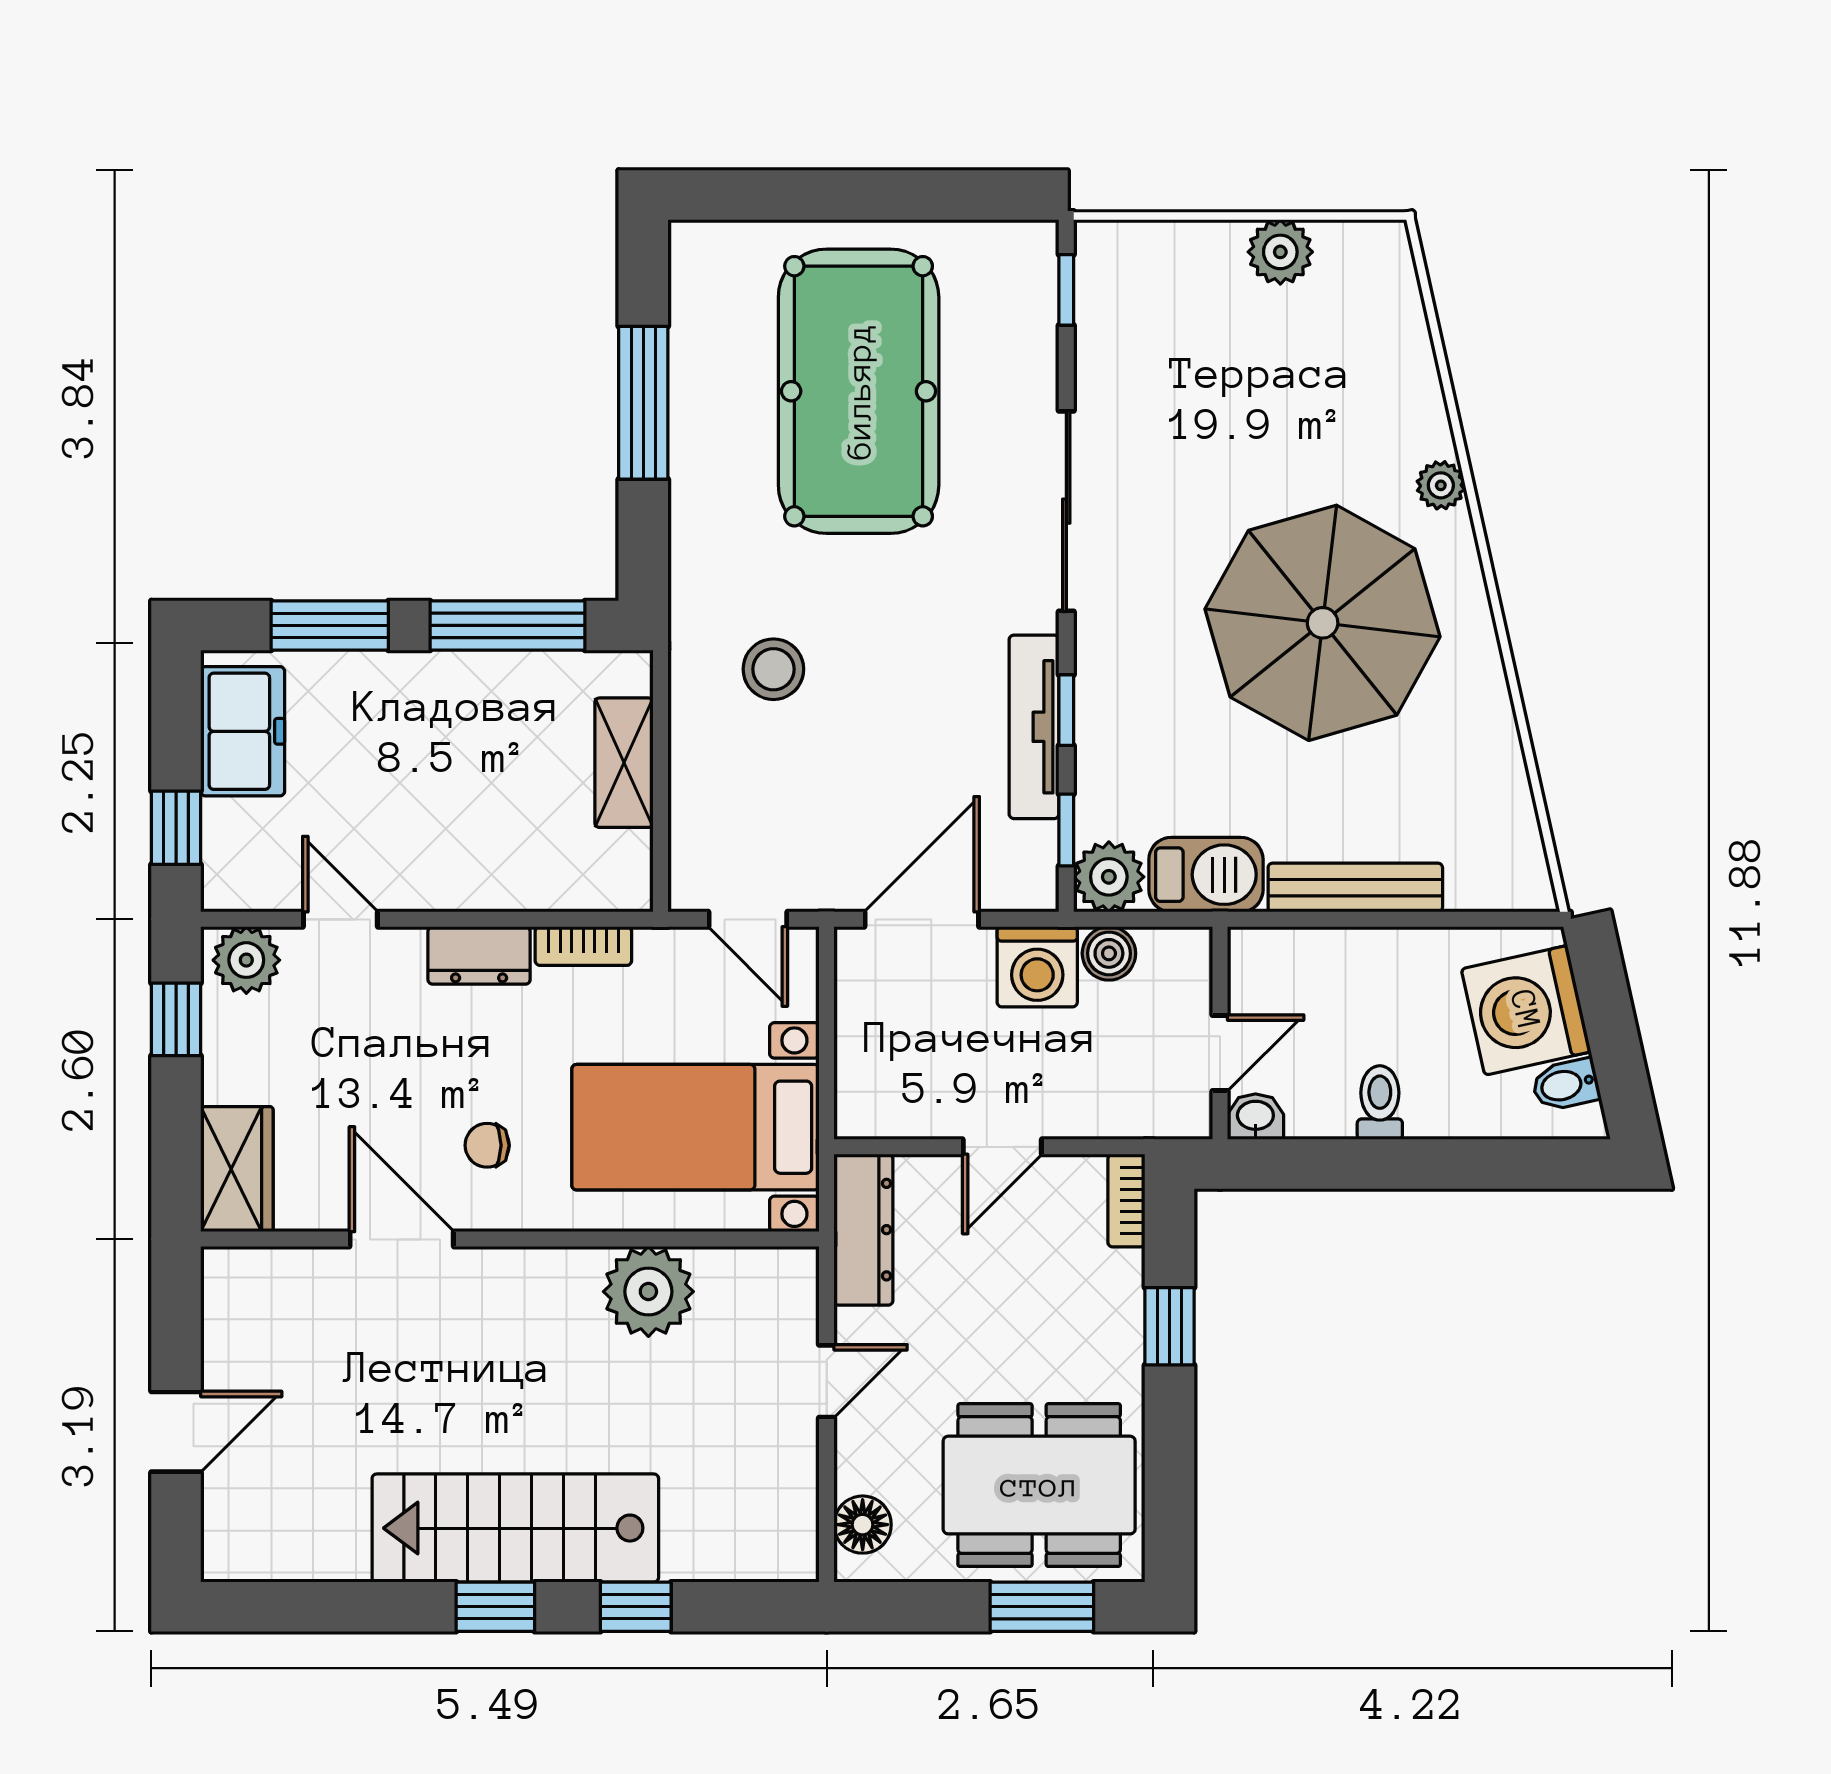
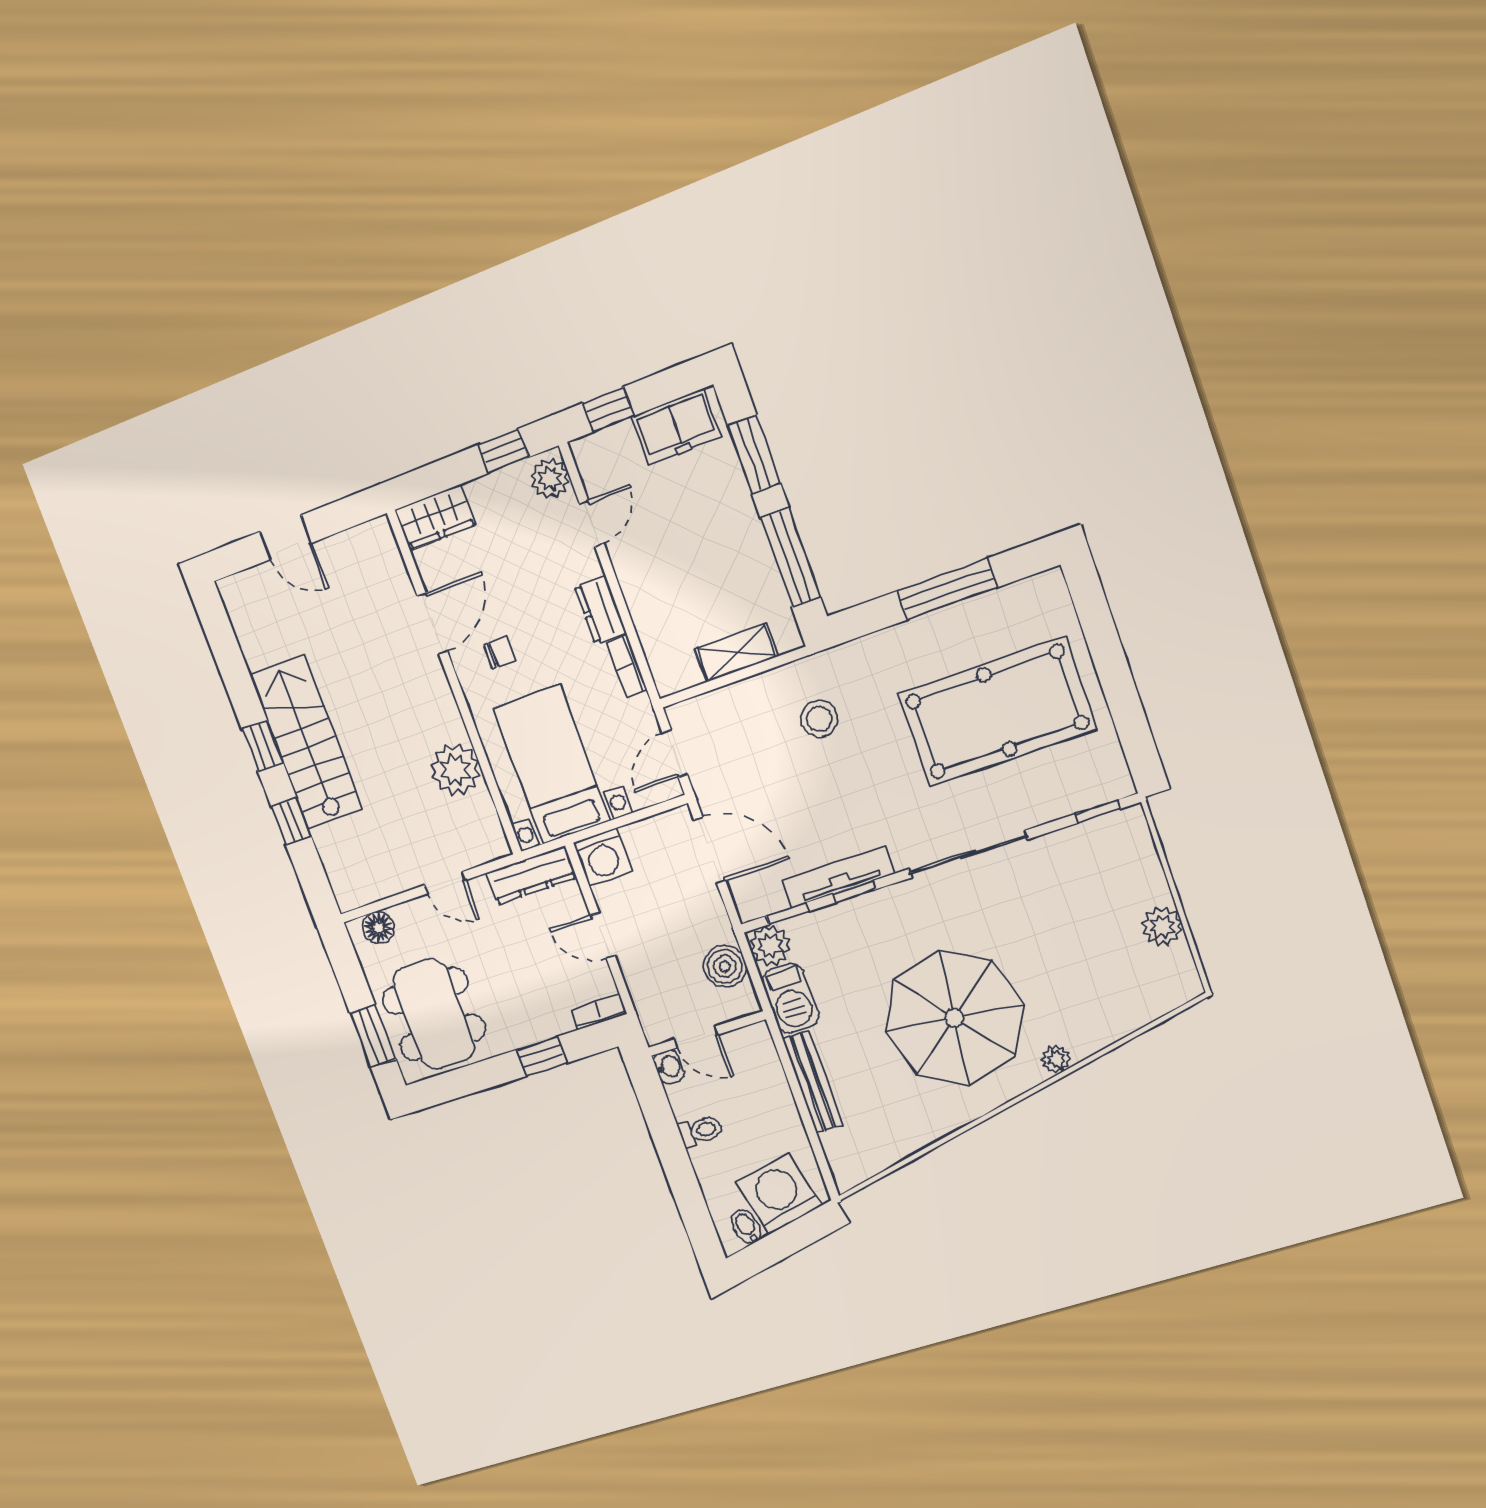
boiler: (1109, 953) -> (725, 966), width x1.36, depth x1.36
washing machine: (1037, 967) -> (603, 857), moved, turned -90
chair: (487, 1145) -> (500, 653), turned 90

